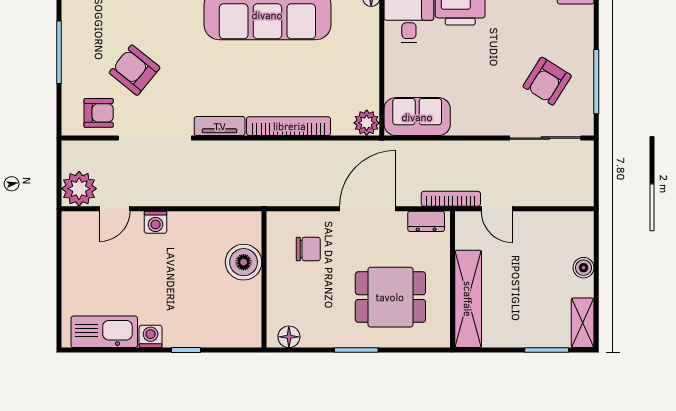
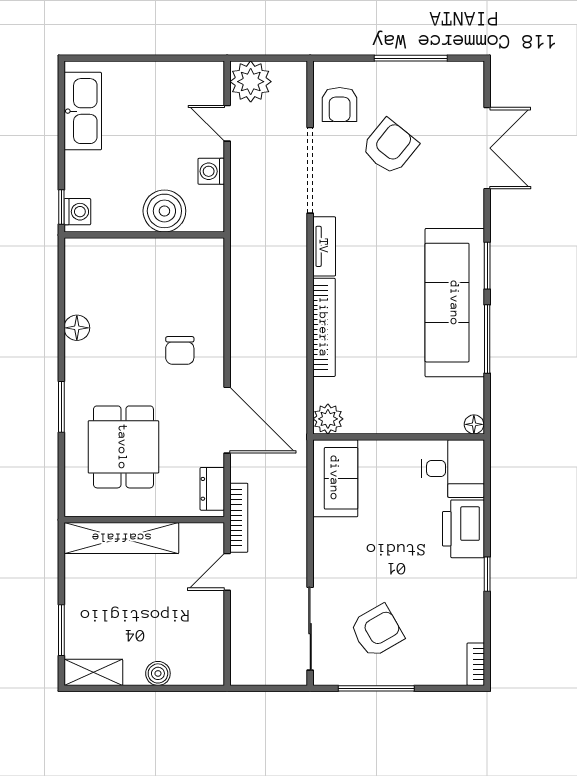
armchair: (547, 81) -> (377, 631), turned 118
boiler: (244, 262) -> (164, 211), moved
wall: (264, 279) -> (144, 235), moved
washing machine: (151, 336) -> (77, 212), moved

